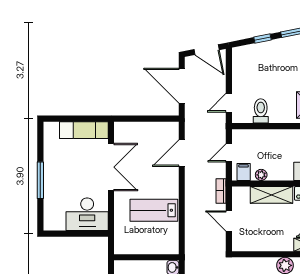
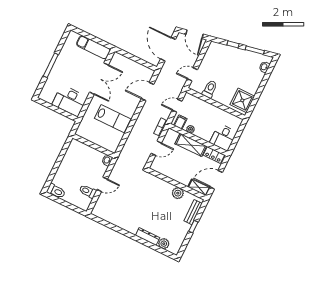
lab bench: (154, 210) -> (113, 119), turned 180
door: (229, 221) -> (156, 148), swing flipped

